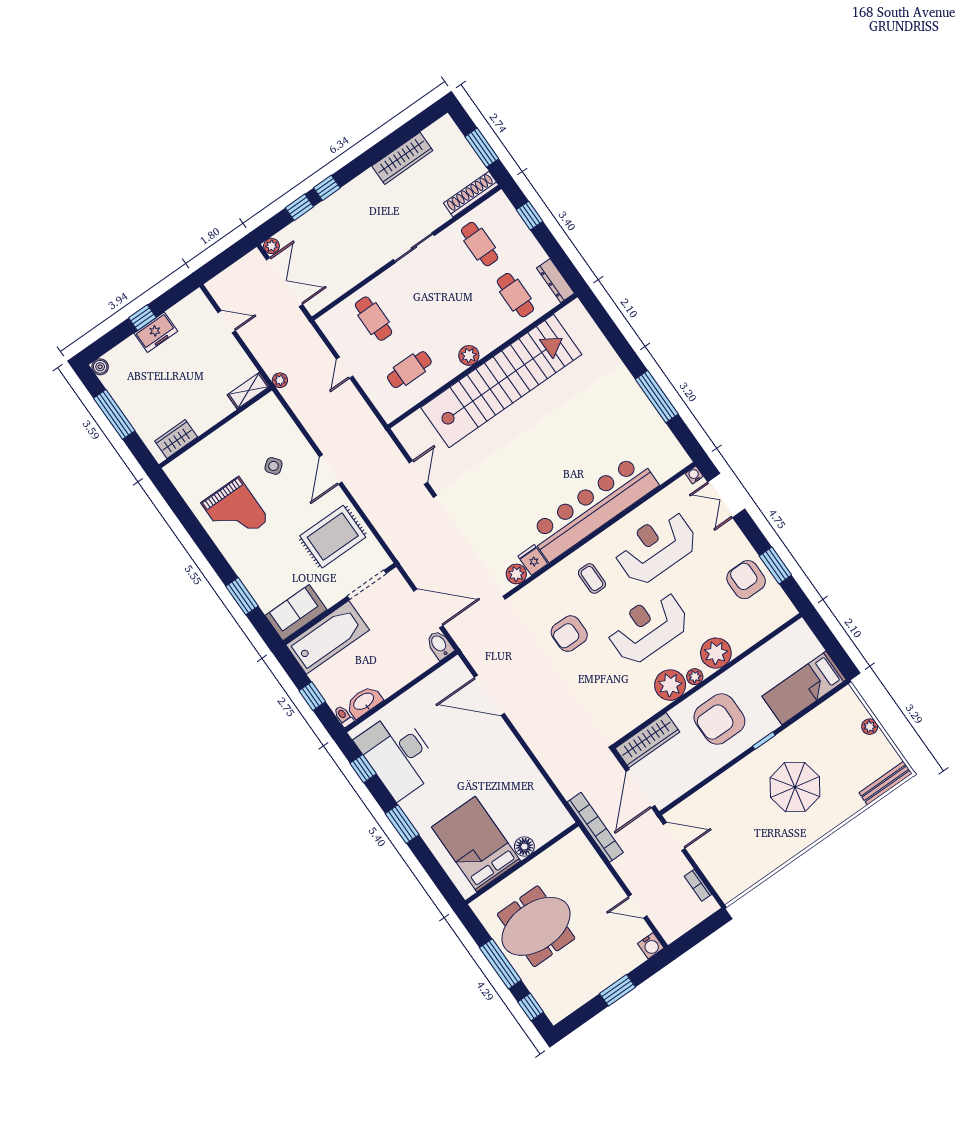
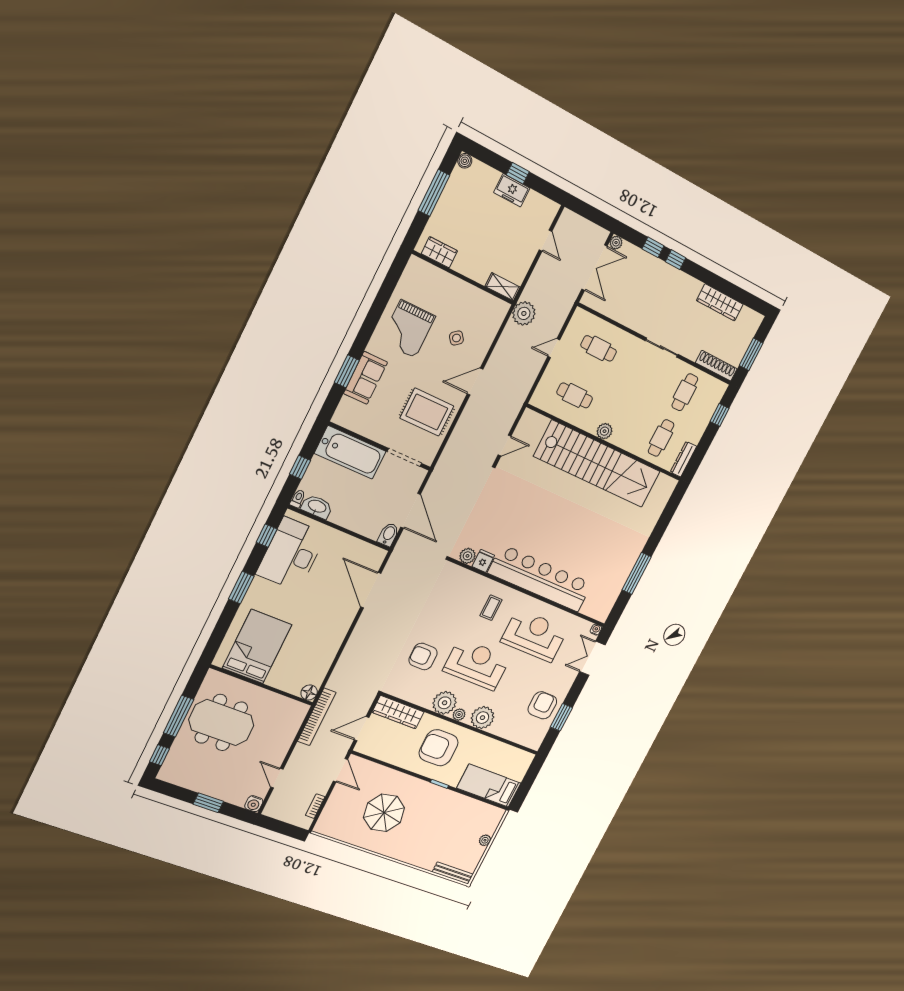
cafe table: (374, 319) -> (599, 348), turned 90
plant: (280, 380) -> (524, 313), width x1.87, depth x1.87
sofa: (296, 613) -> (366, 378), moved, turned 90
armchair: (569, 634) -> (423, 656), moved
parasol: (795, 787) -> (384, 813), moved
door: (640, 789) -> (362, 729), width x0.73
floor lamp: (524, 847) -> (309, 692), moved

